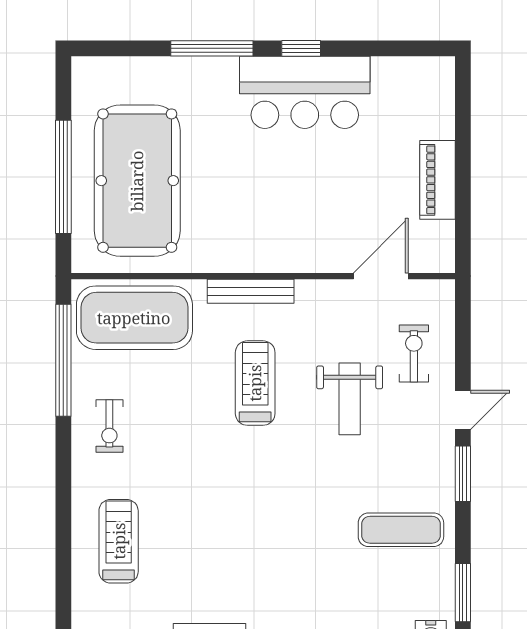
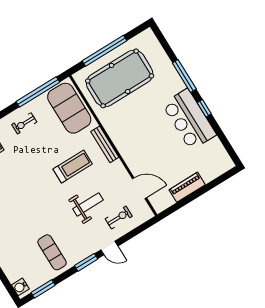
weight bench: (350, 399) -> (88, 204), turned 180

